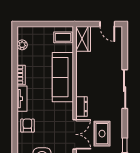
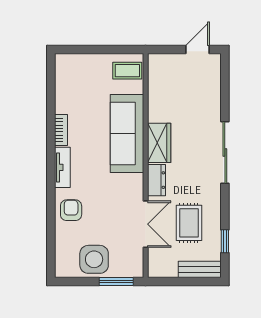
door: (107, 24) -> (197, 49), swing flipped
wardrobe: (83, 39) -> (159, 143), moved
plant: (22, 45) -> (63, 83), removed

